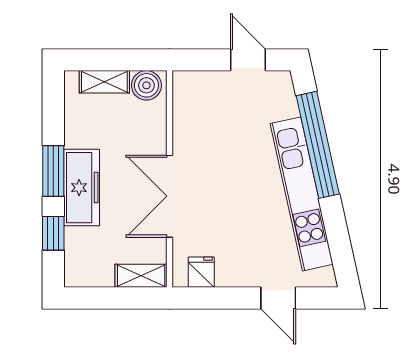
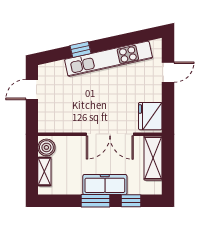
window: (318, 145) -> (80, 50), width x0.32
fridge: (201, 272) -> (150, 116), width x1.88, depth x1.34
shelving: (141, 276) -> (153, 158), width x1.50, depth x1.33

